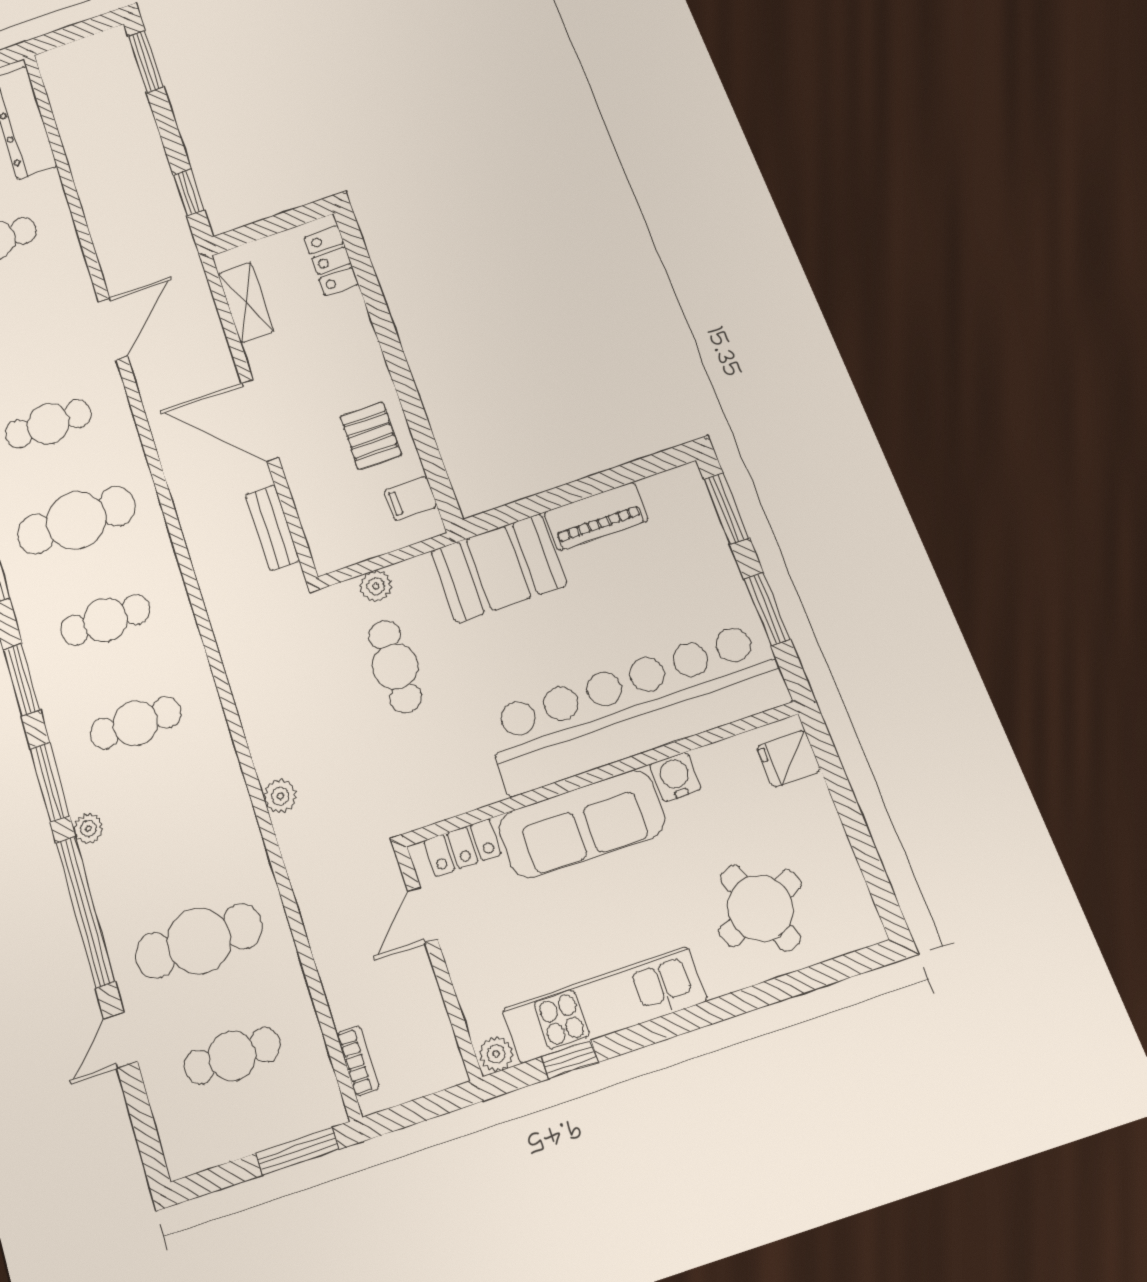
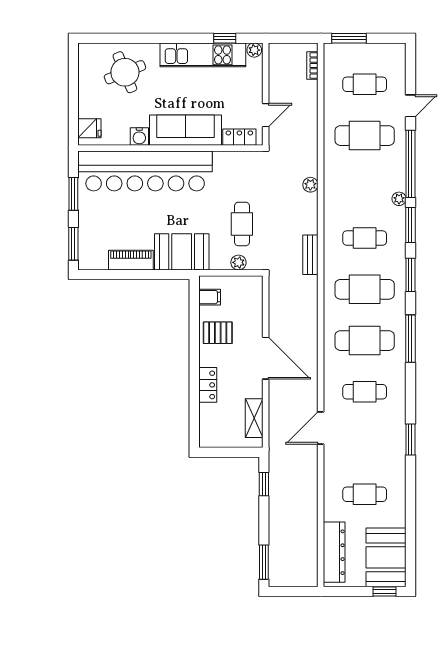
locker: (331, 261) -> (208, 385), moved
pallet: (371, 436) -> (218, 333), turned 90
bench: (272, 528) -> (310, 255), moved
cafe table: (105, 620) -> (365, 289), width x1.37, depth x1.35

